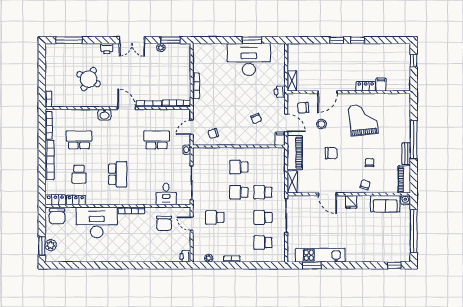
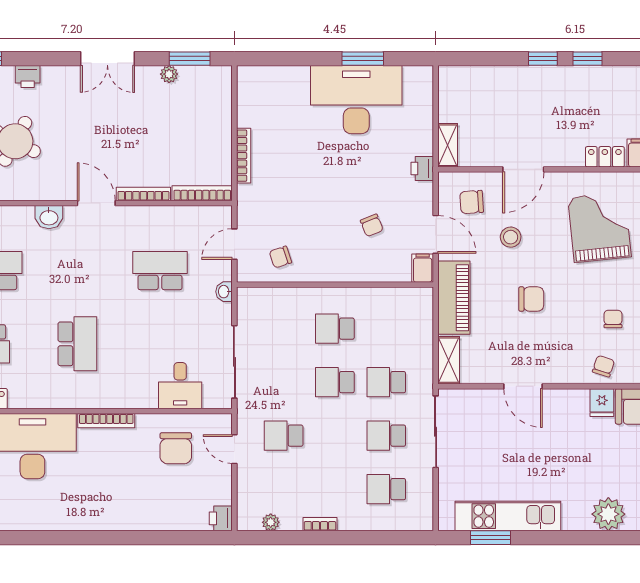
printer: (107, 49) -> (28, 77), moved
fridge: (351, 202) -> (602, 403), moved
plant: (367, 254) -> (608, 514), added

